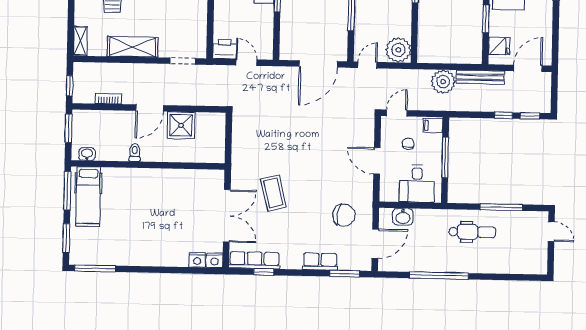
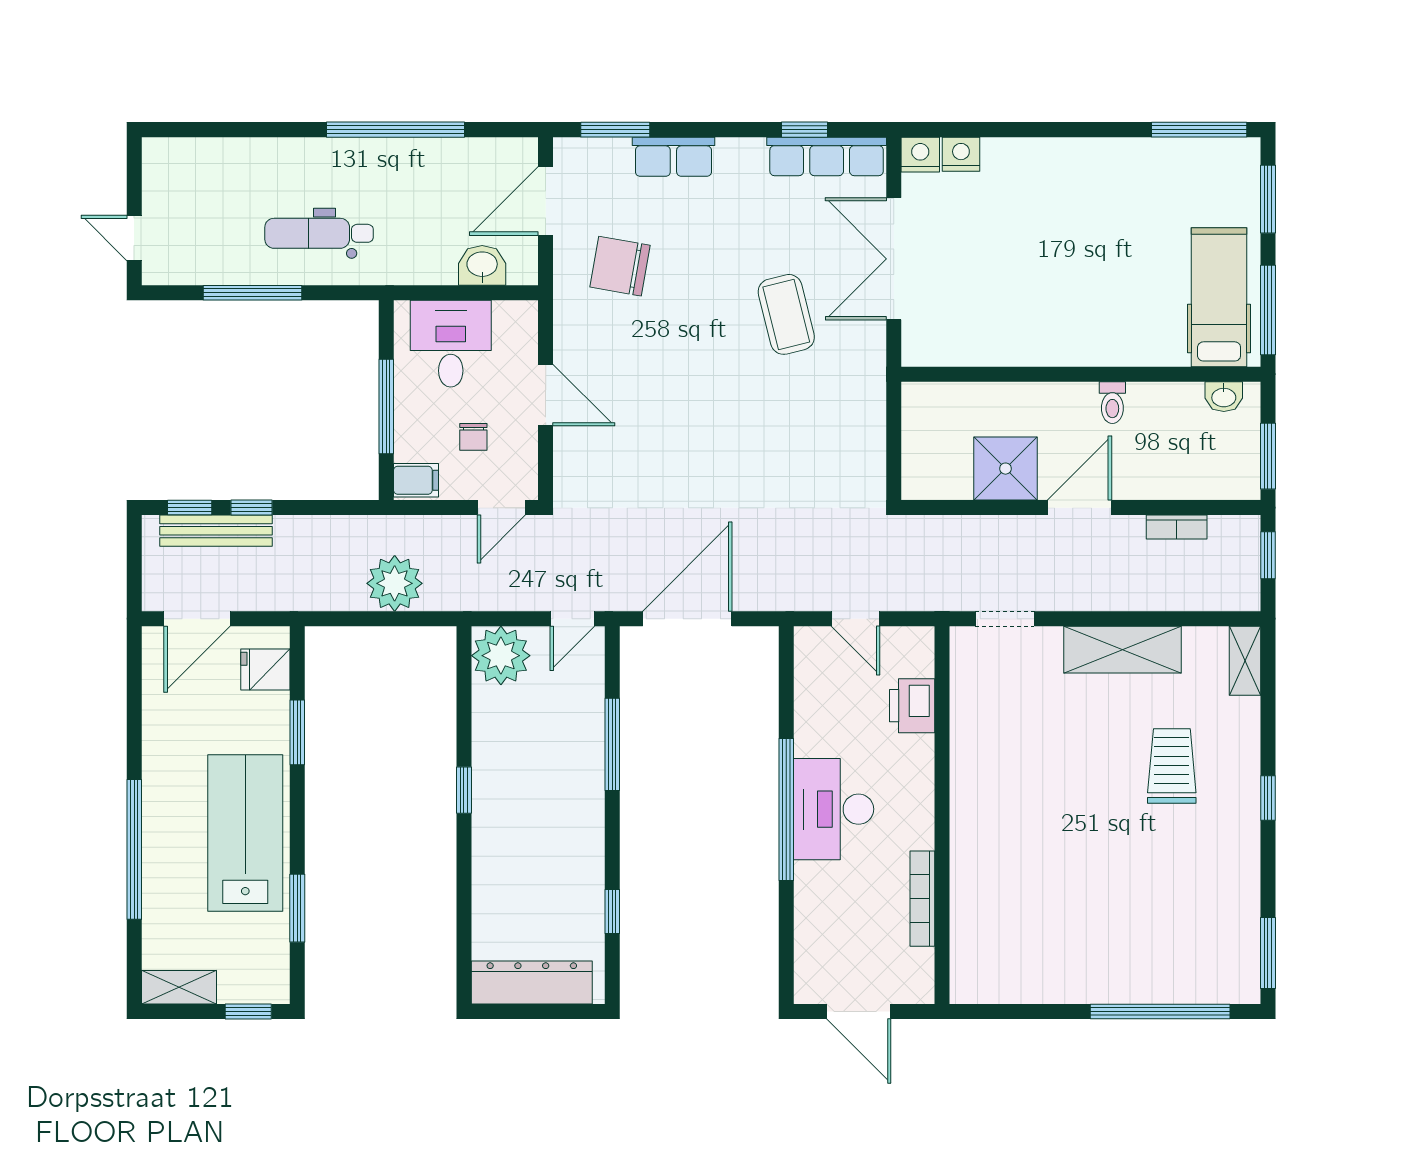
printer: (224, 49) -> (912, 706), moved, turned 90
bench: (480, 77) -> (216, 531), moved

